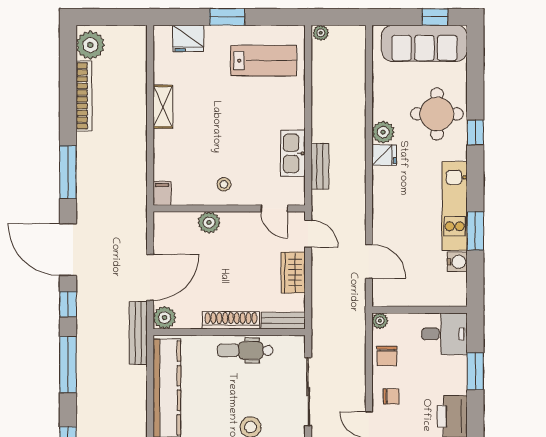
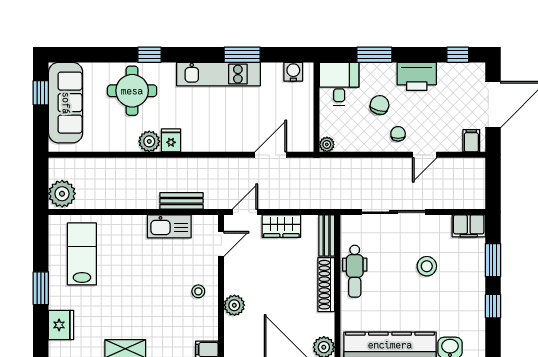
plant: (321, 33) -> (62, 194), width x1.87, depth x1.87
water cooler: (457, 262) -> (293, 72), moved
chair: (387, 356) -> (380, 105), moved, turned -74

